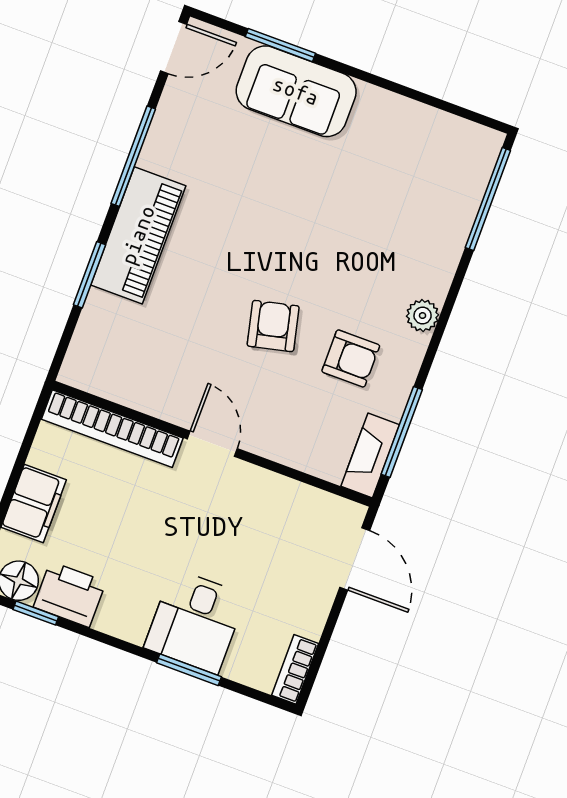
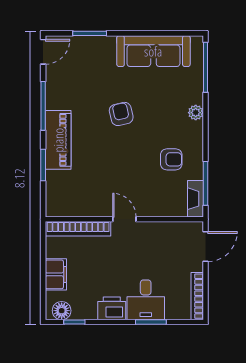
sofa: (296, 91) -> (153, 51), moved, width x1.36
plant: (423, 316) -> (196, 113), moved
armchair: (273, 326) -> (121, 114), moved
door: (355, 559) -> (205, 247), hinge flipped
printer: (70, 594) -> (112, 308), moved
bookcase: (295, 669) -> (197, 296), width x1.56

